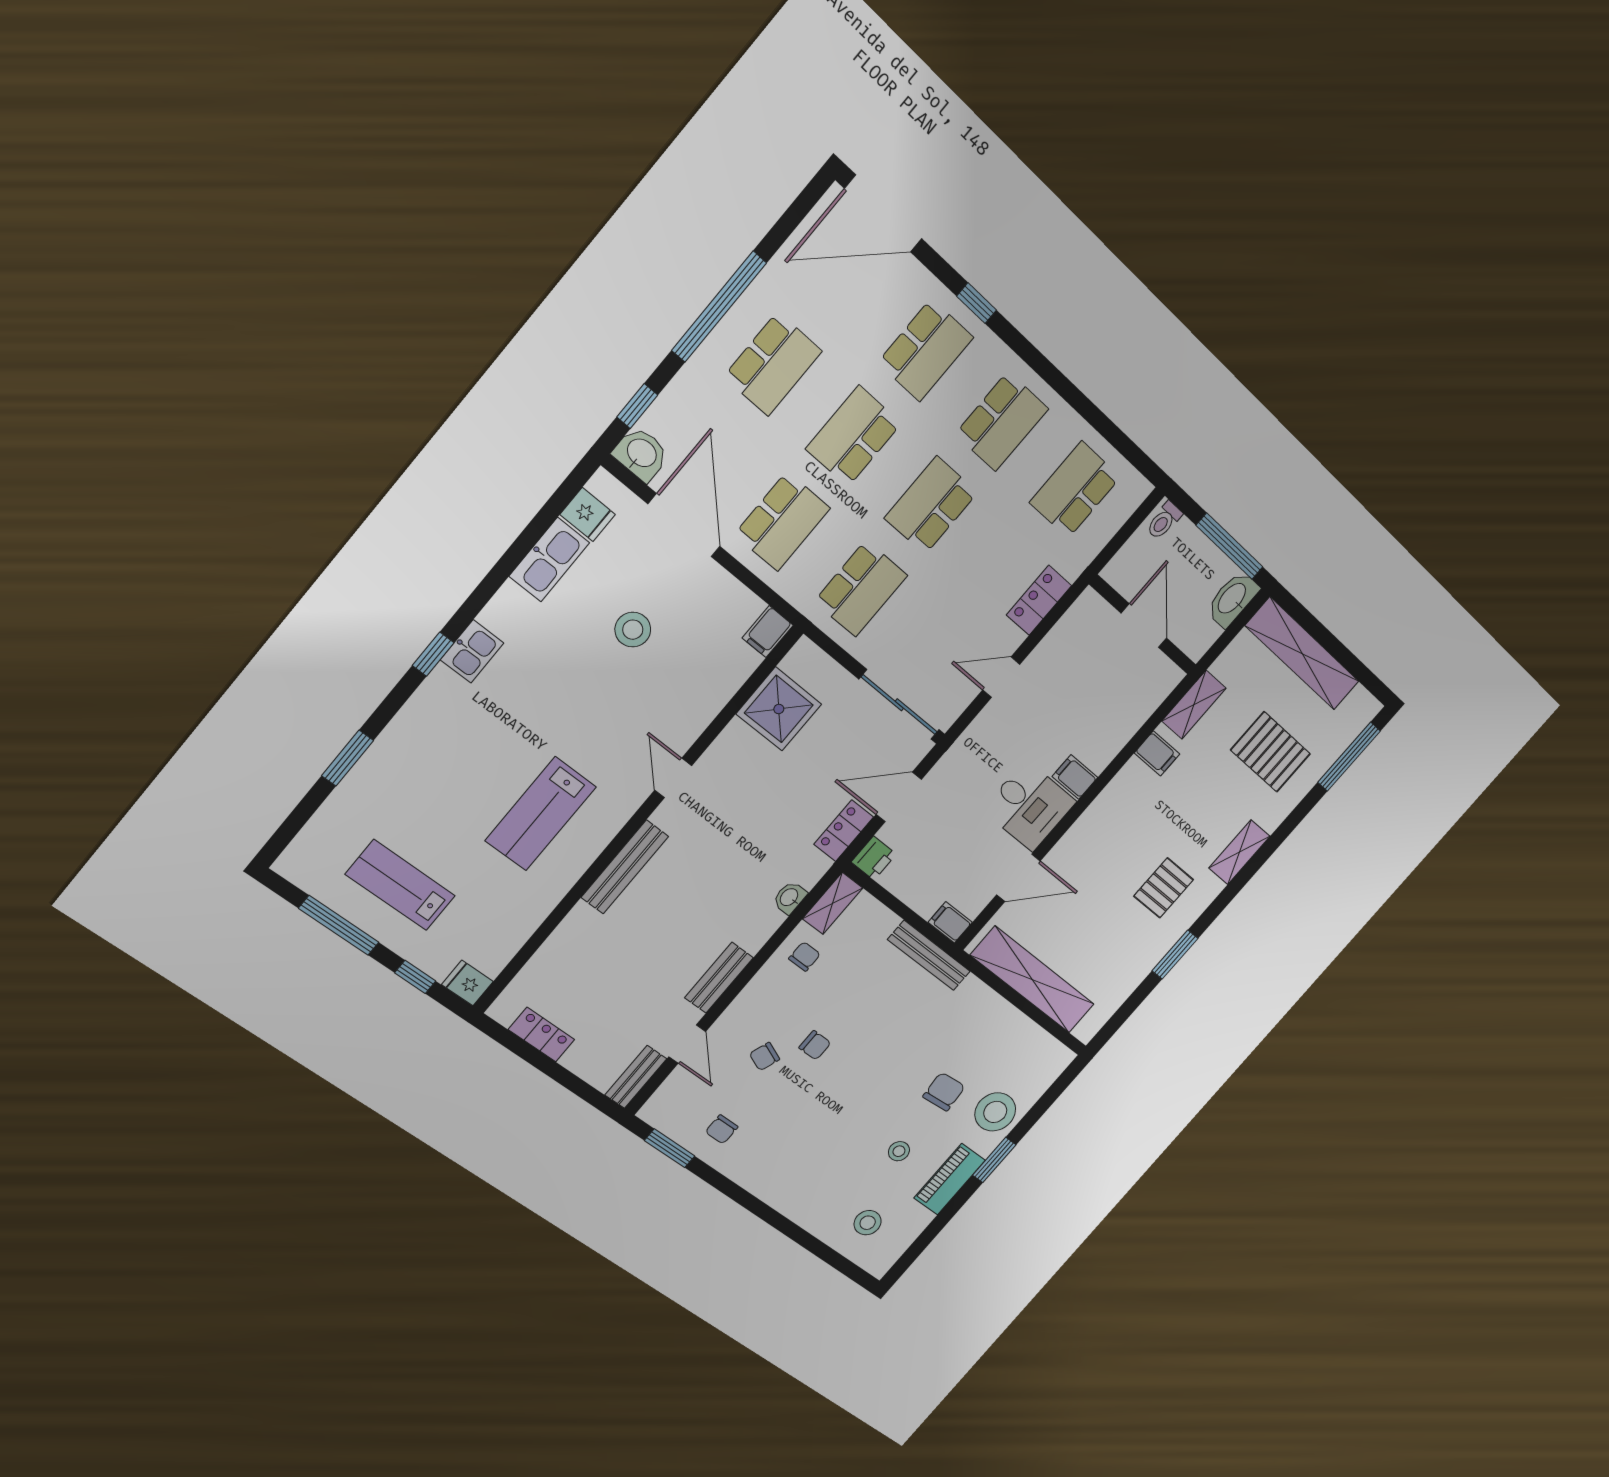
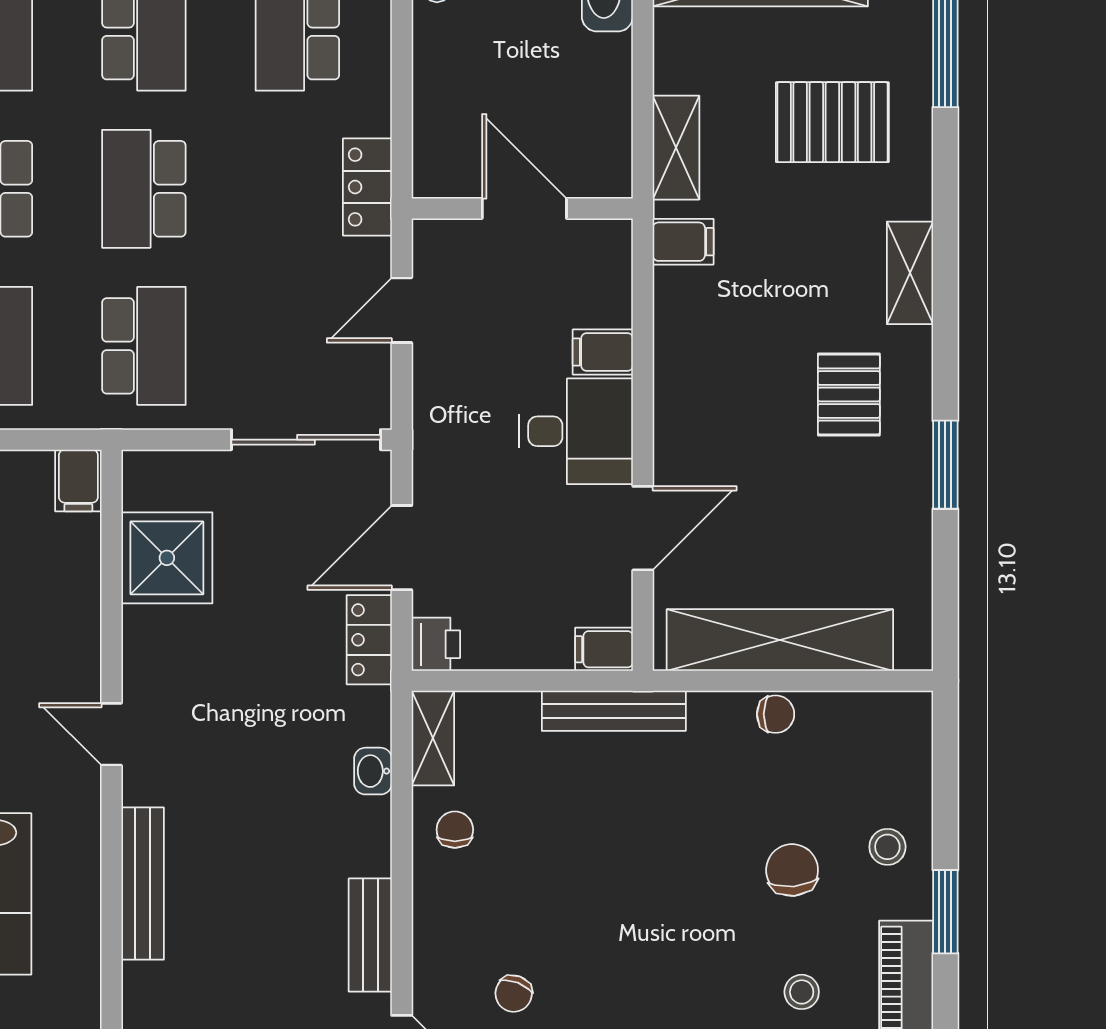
wall: (1143, 625) -> (522, 208), moved
door: (1144, 626) -> (524, 208), moved
chair: (815, 1045) -> (776, 714), moved
stool: (995, 1112) -> (887, 847), width x0.53, depth x0.53

